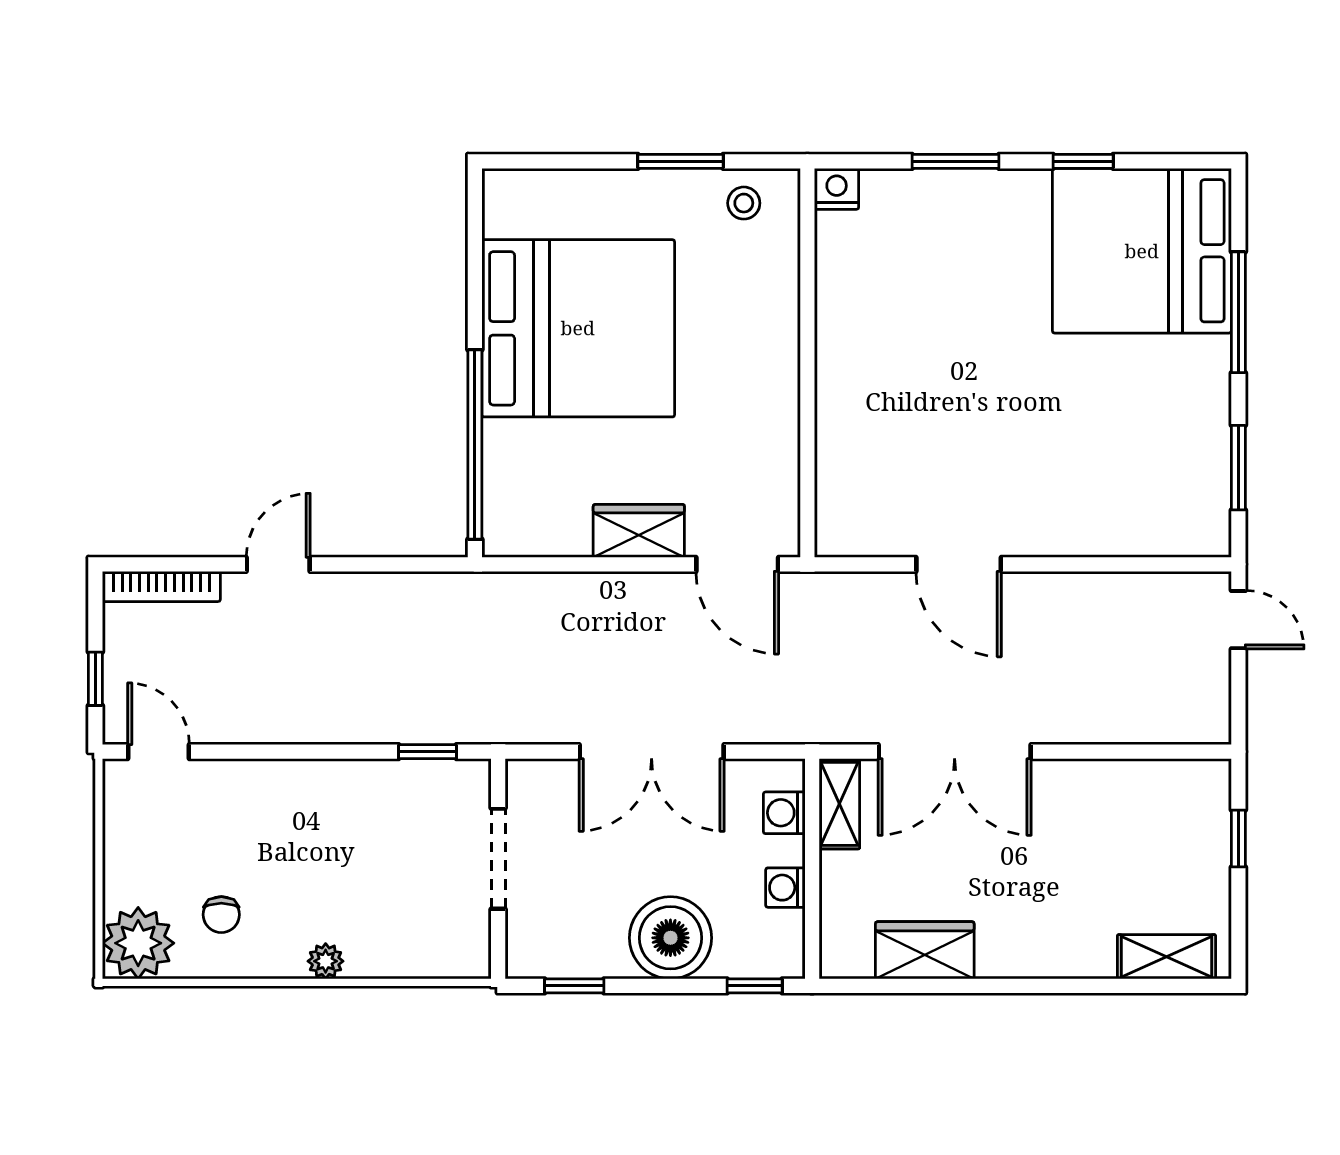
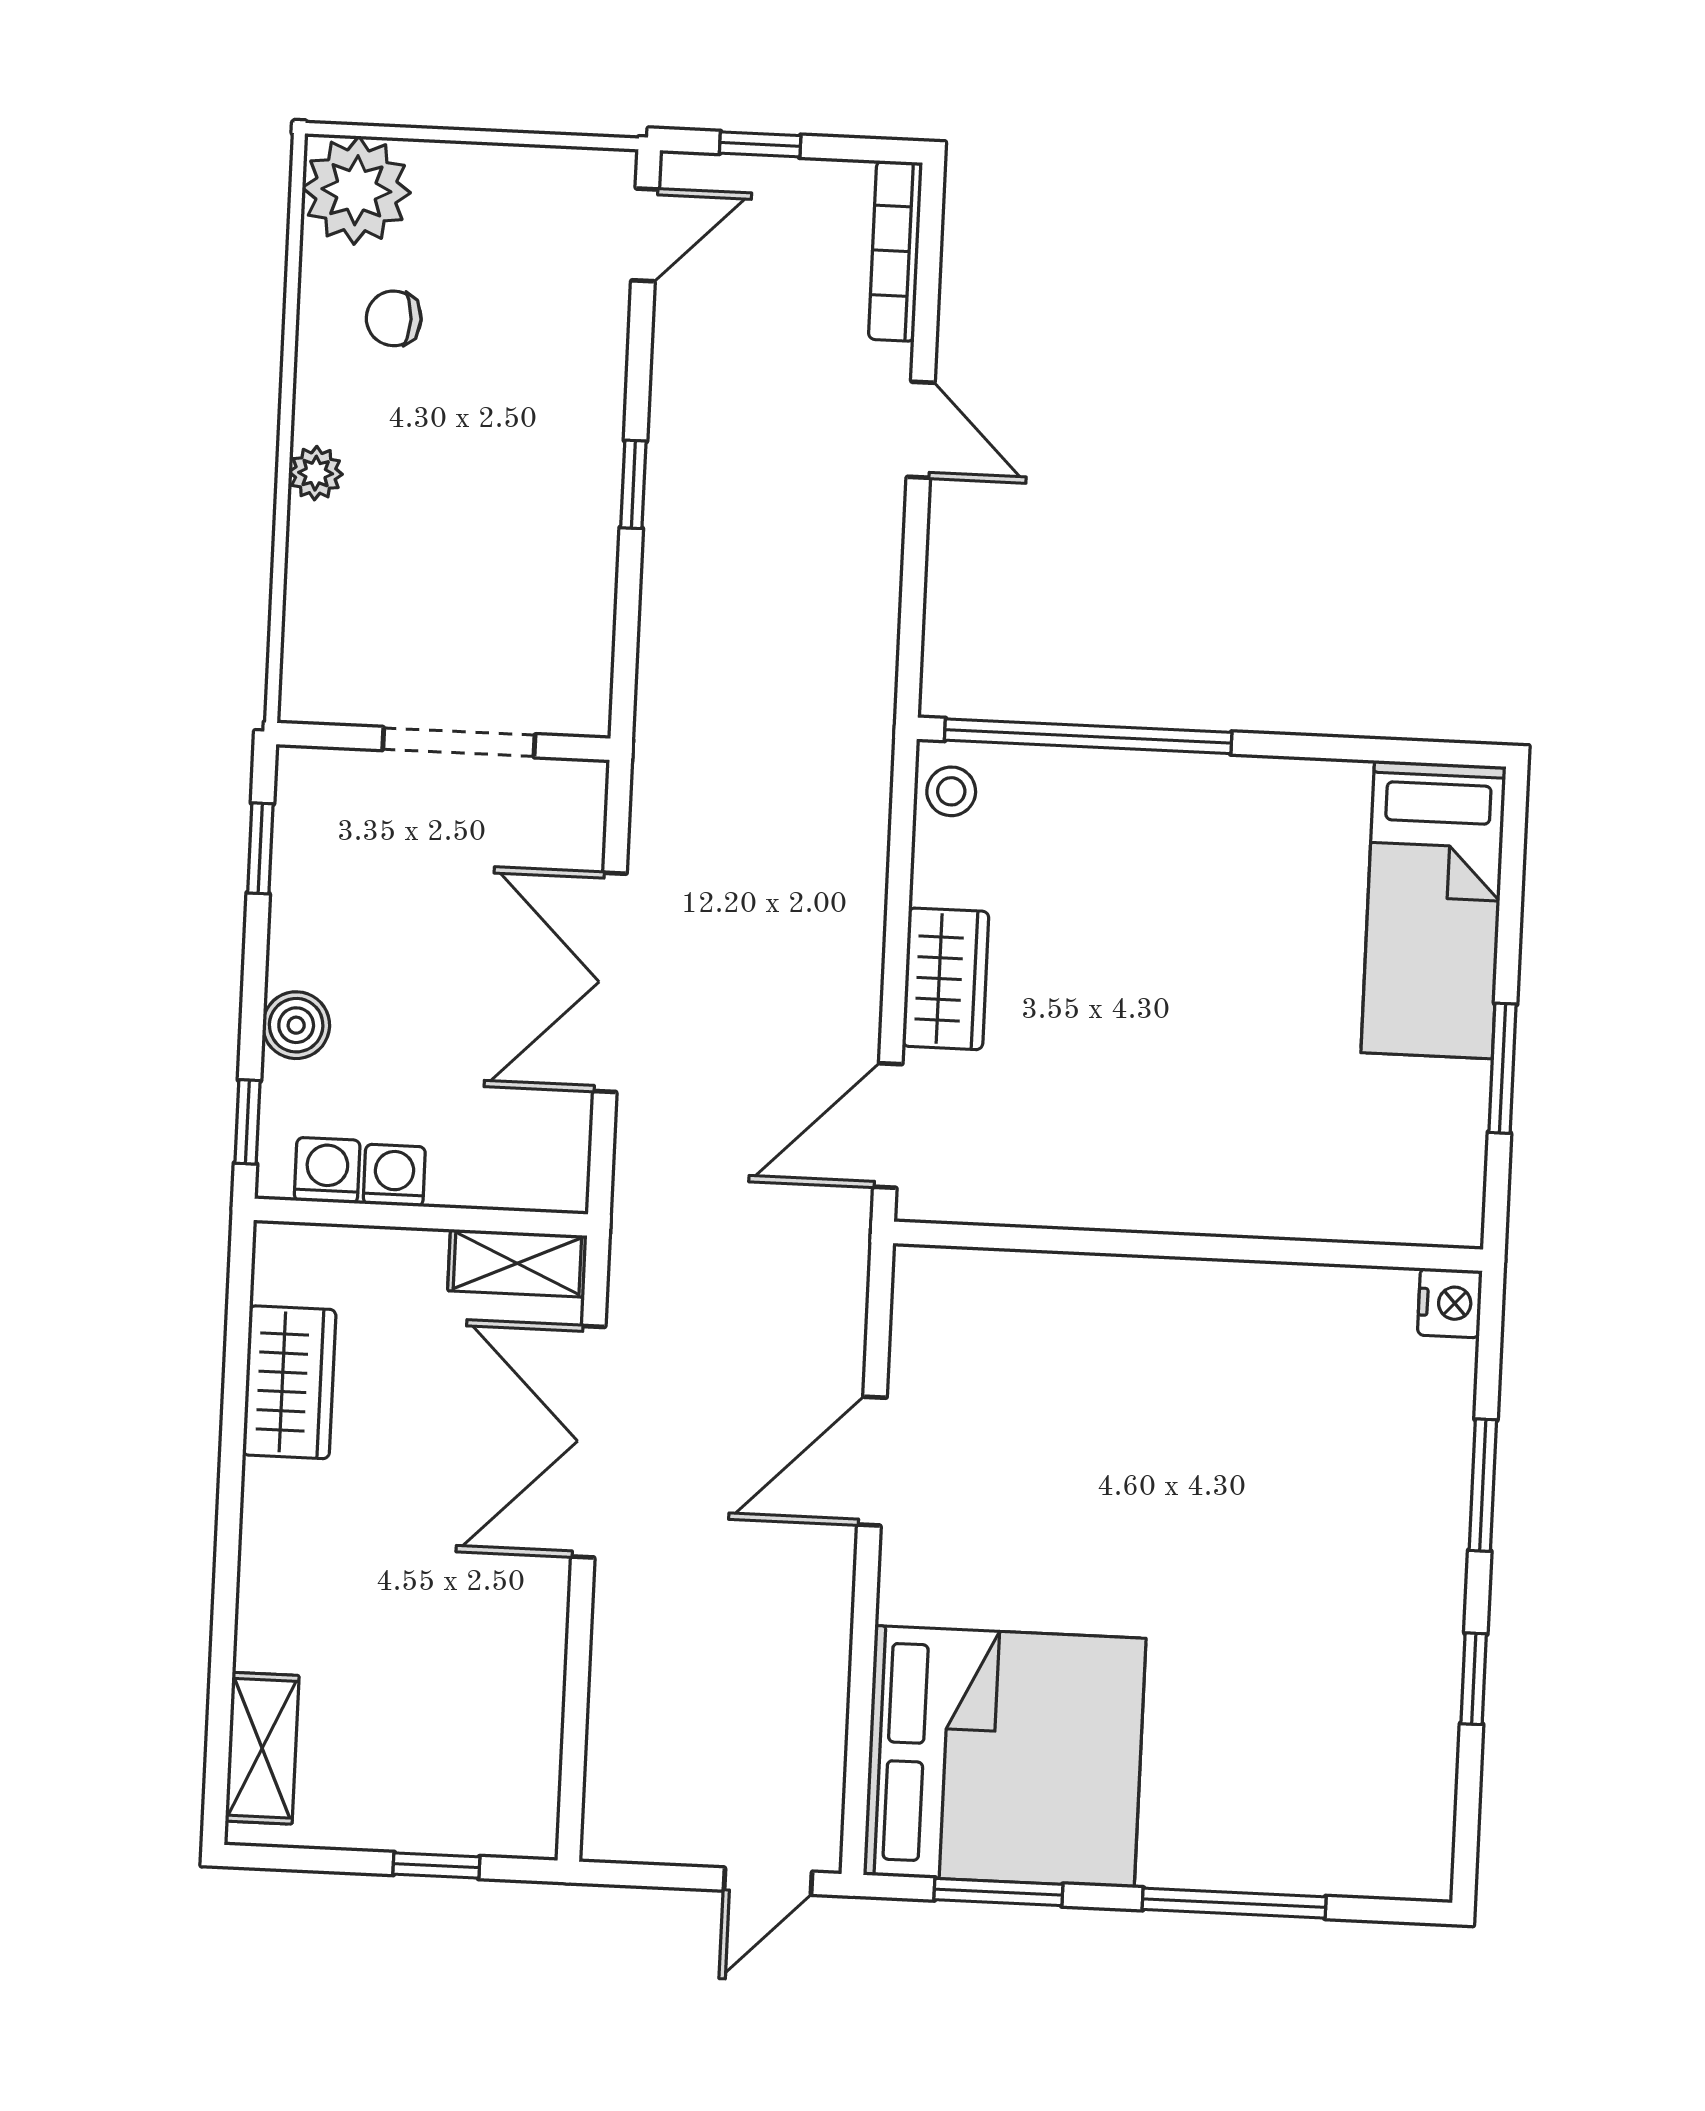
stool: (744, 203) -> (951, 791), moved
bed: (1142, 251) -> (1005, 1757), moved, turned 90
bed: (578, 328) -> (1433, 910), moved, width x0.49
window: (427, 752) -> (633, 484), moved
washing machine: (784, 813) -> (327, 1170), moved
boiler: (670, 938) -> (296, 1025), width x0.54, depth x0.54

